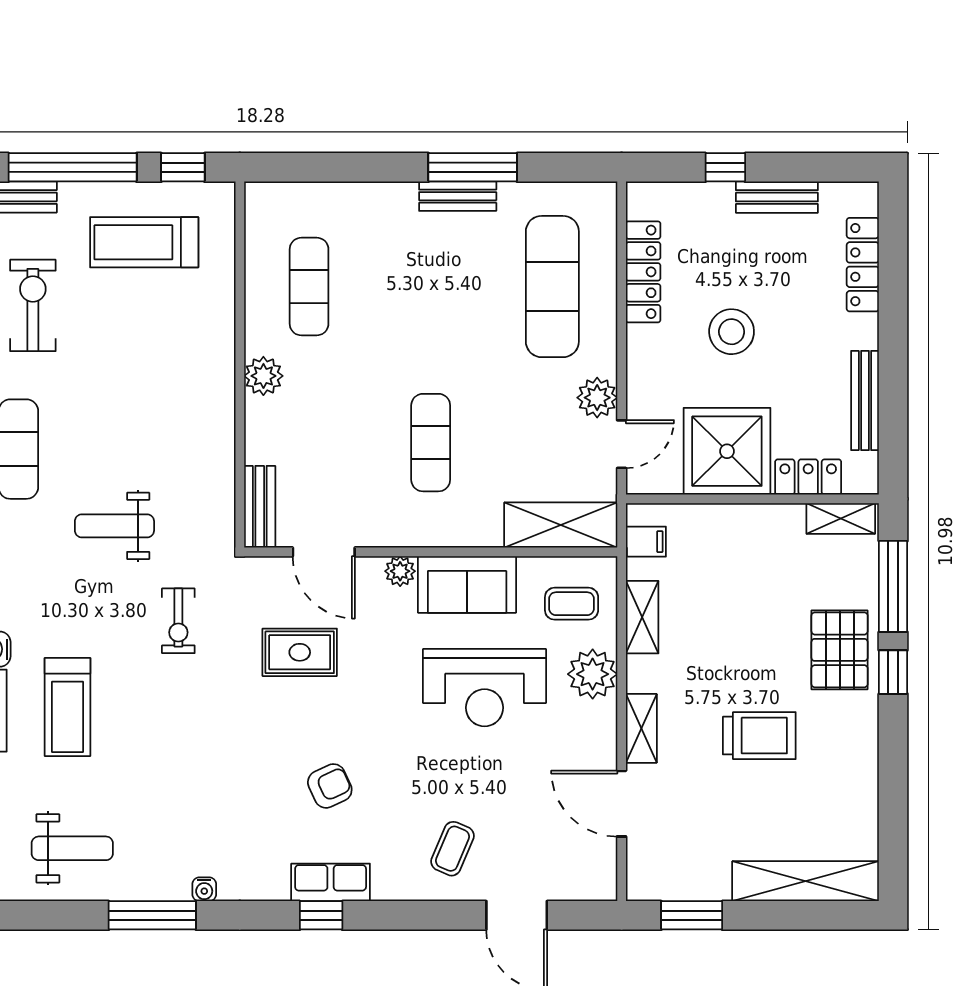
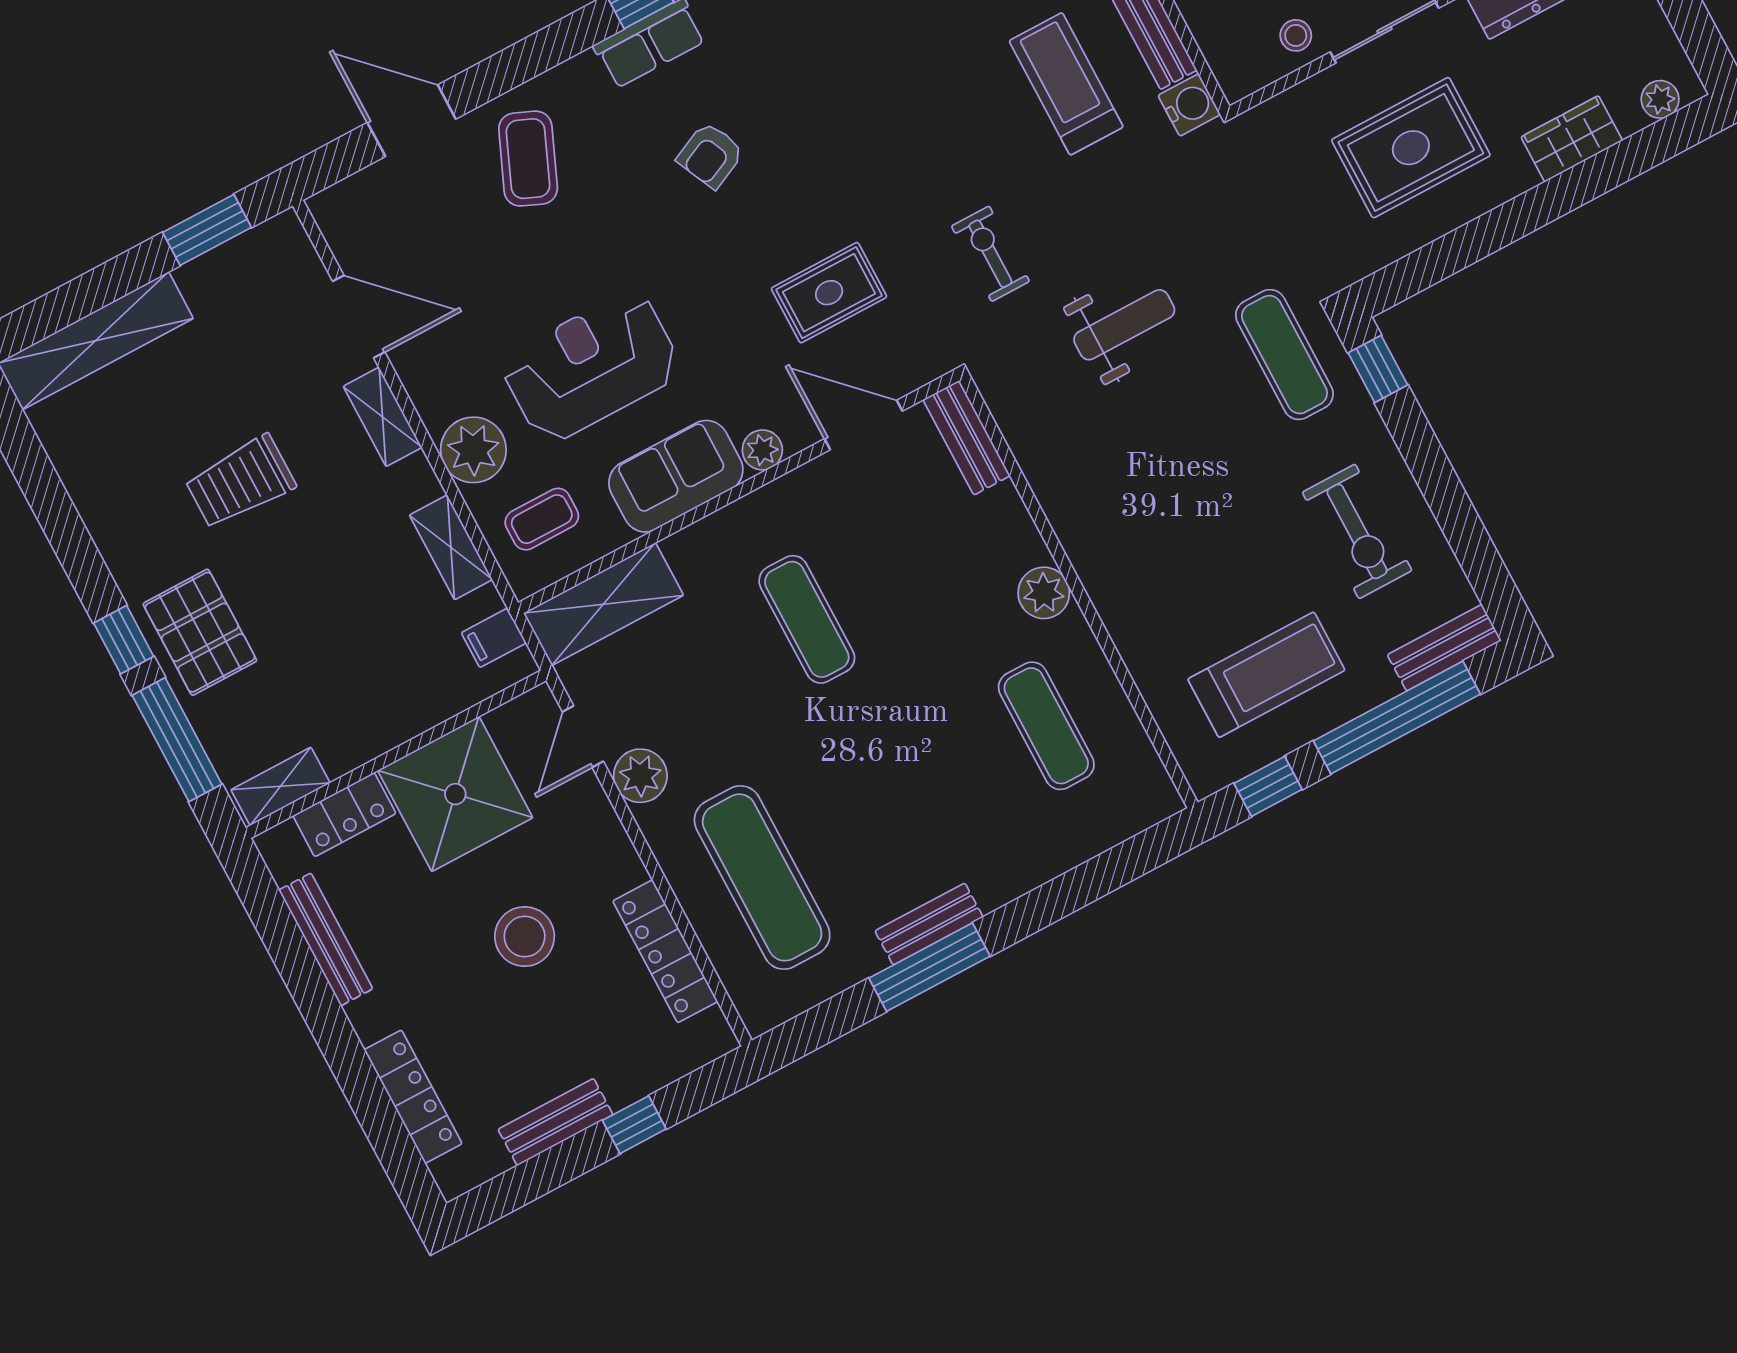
coffee table: (453, 849) -> (528, 159), width x1.36, depth x1.30

